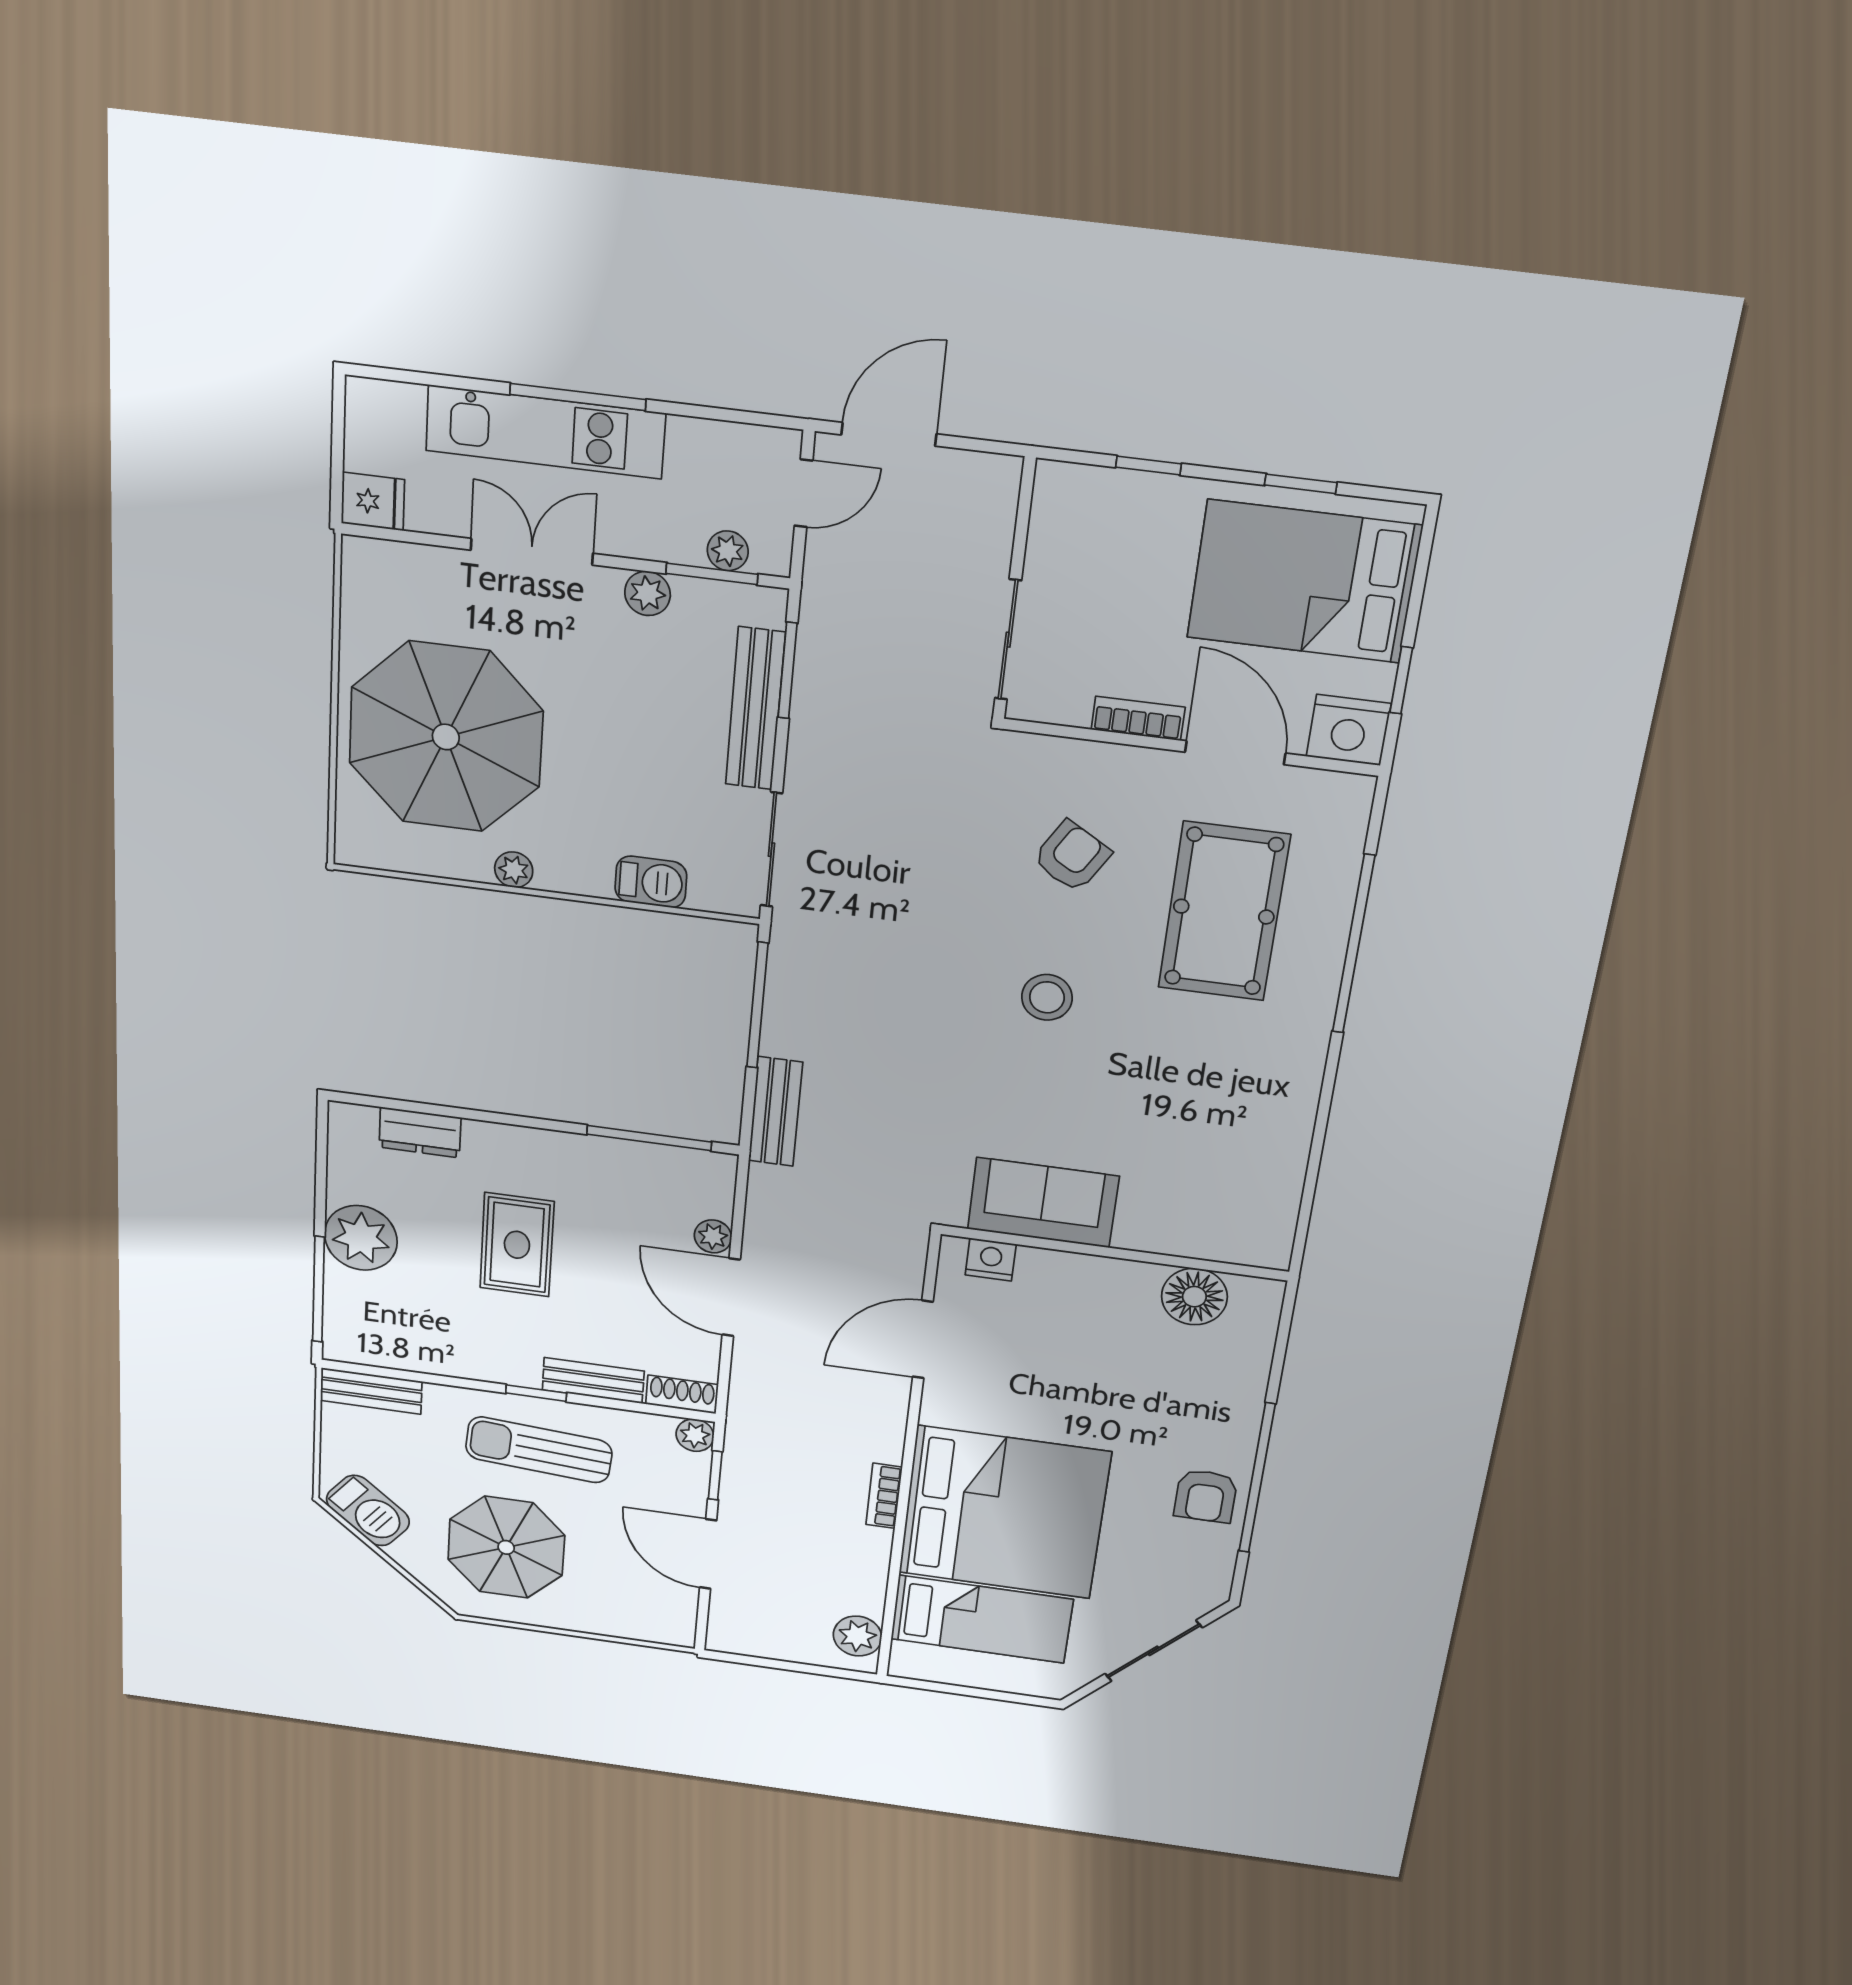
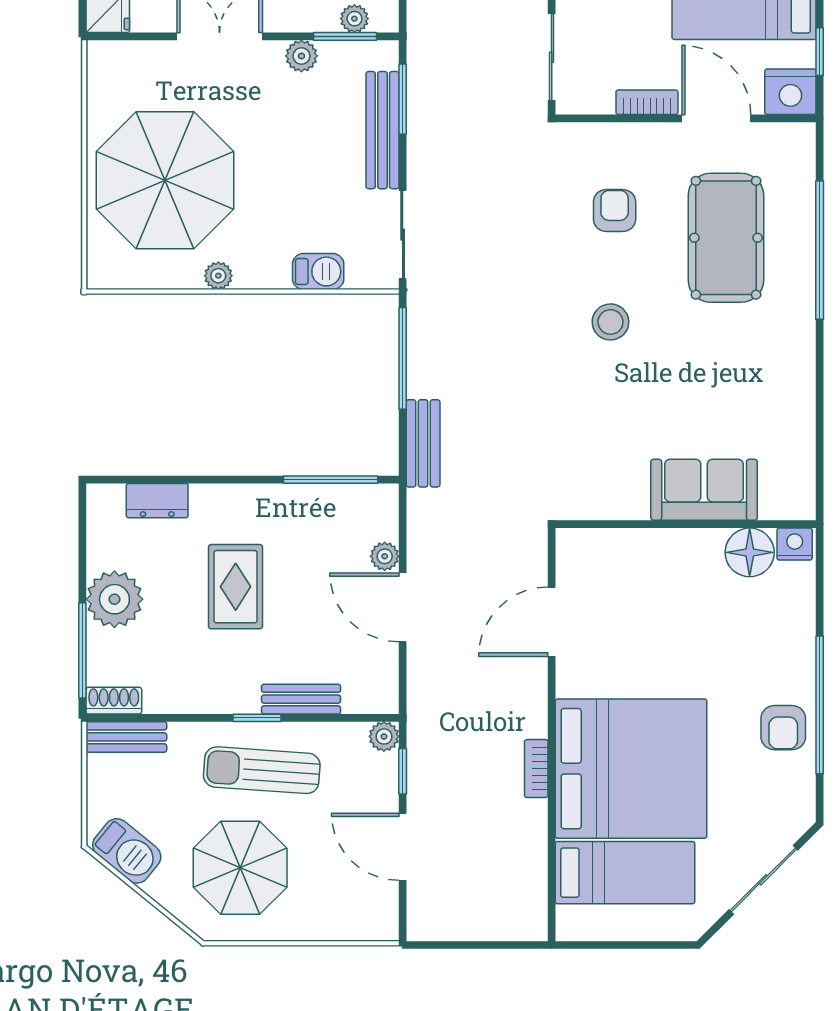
armchair: (1072, 856) -> (615, 210), turned -31
sofa: (1043, 1203) -> (704, 490), moved
nightstand: (991, 1260) -> (795, 544), moved
shoe rack: (682, 1394) -> (114, 701), moved
plant: (857, 1636) -> (528, 906), removed

